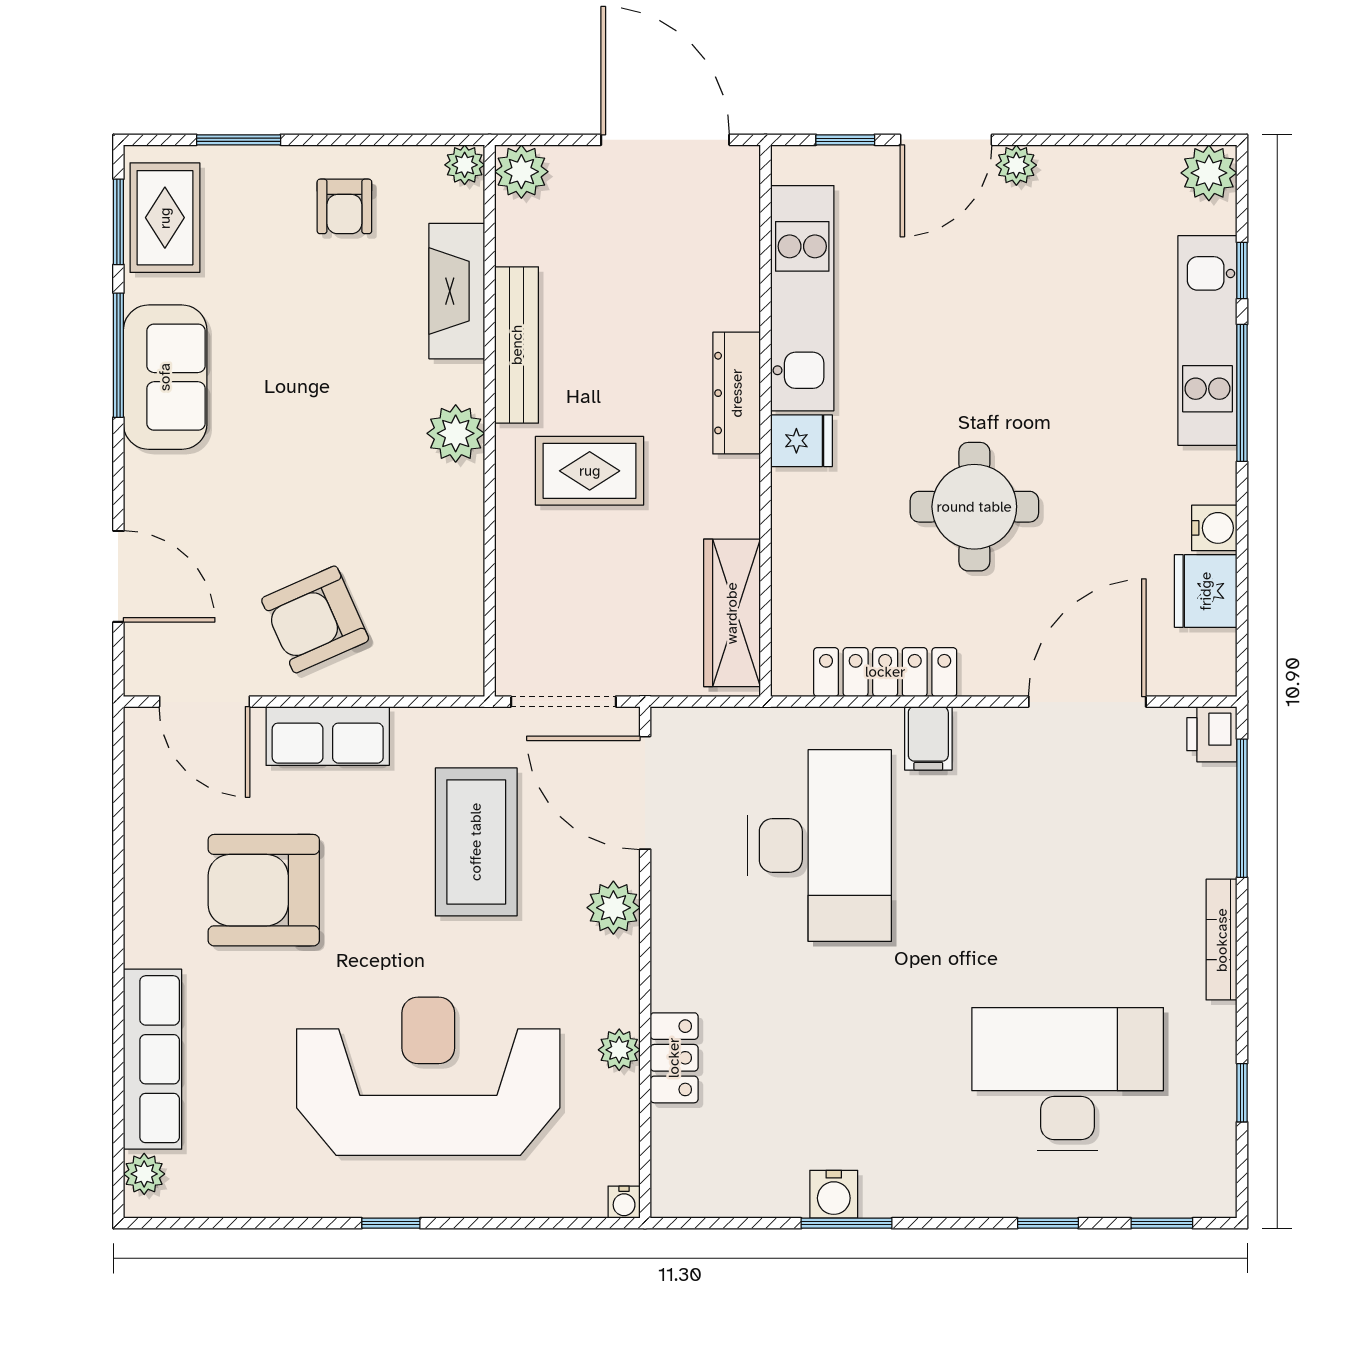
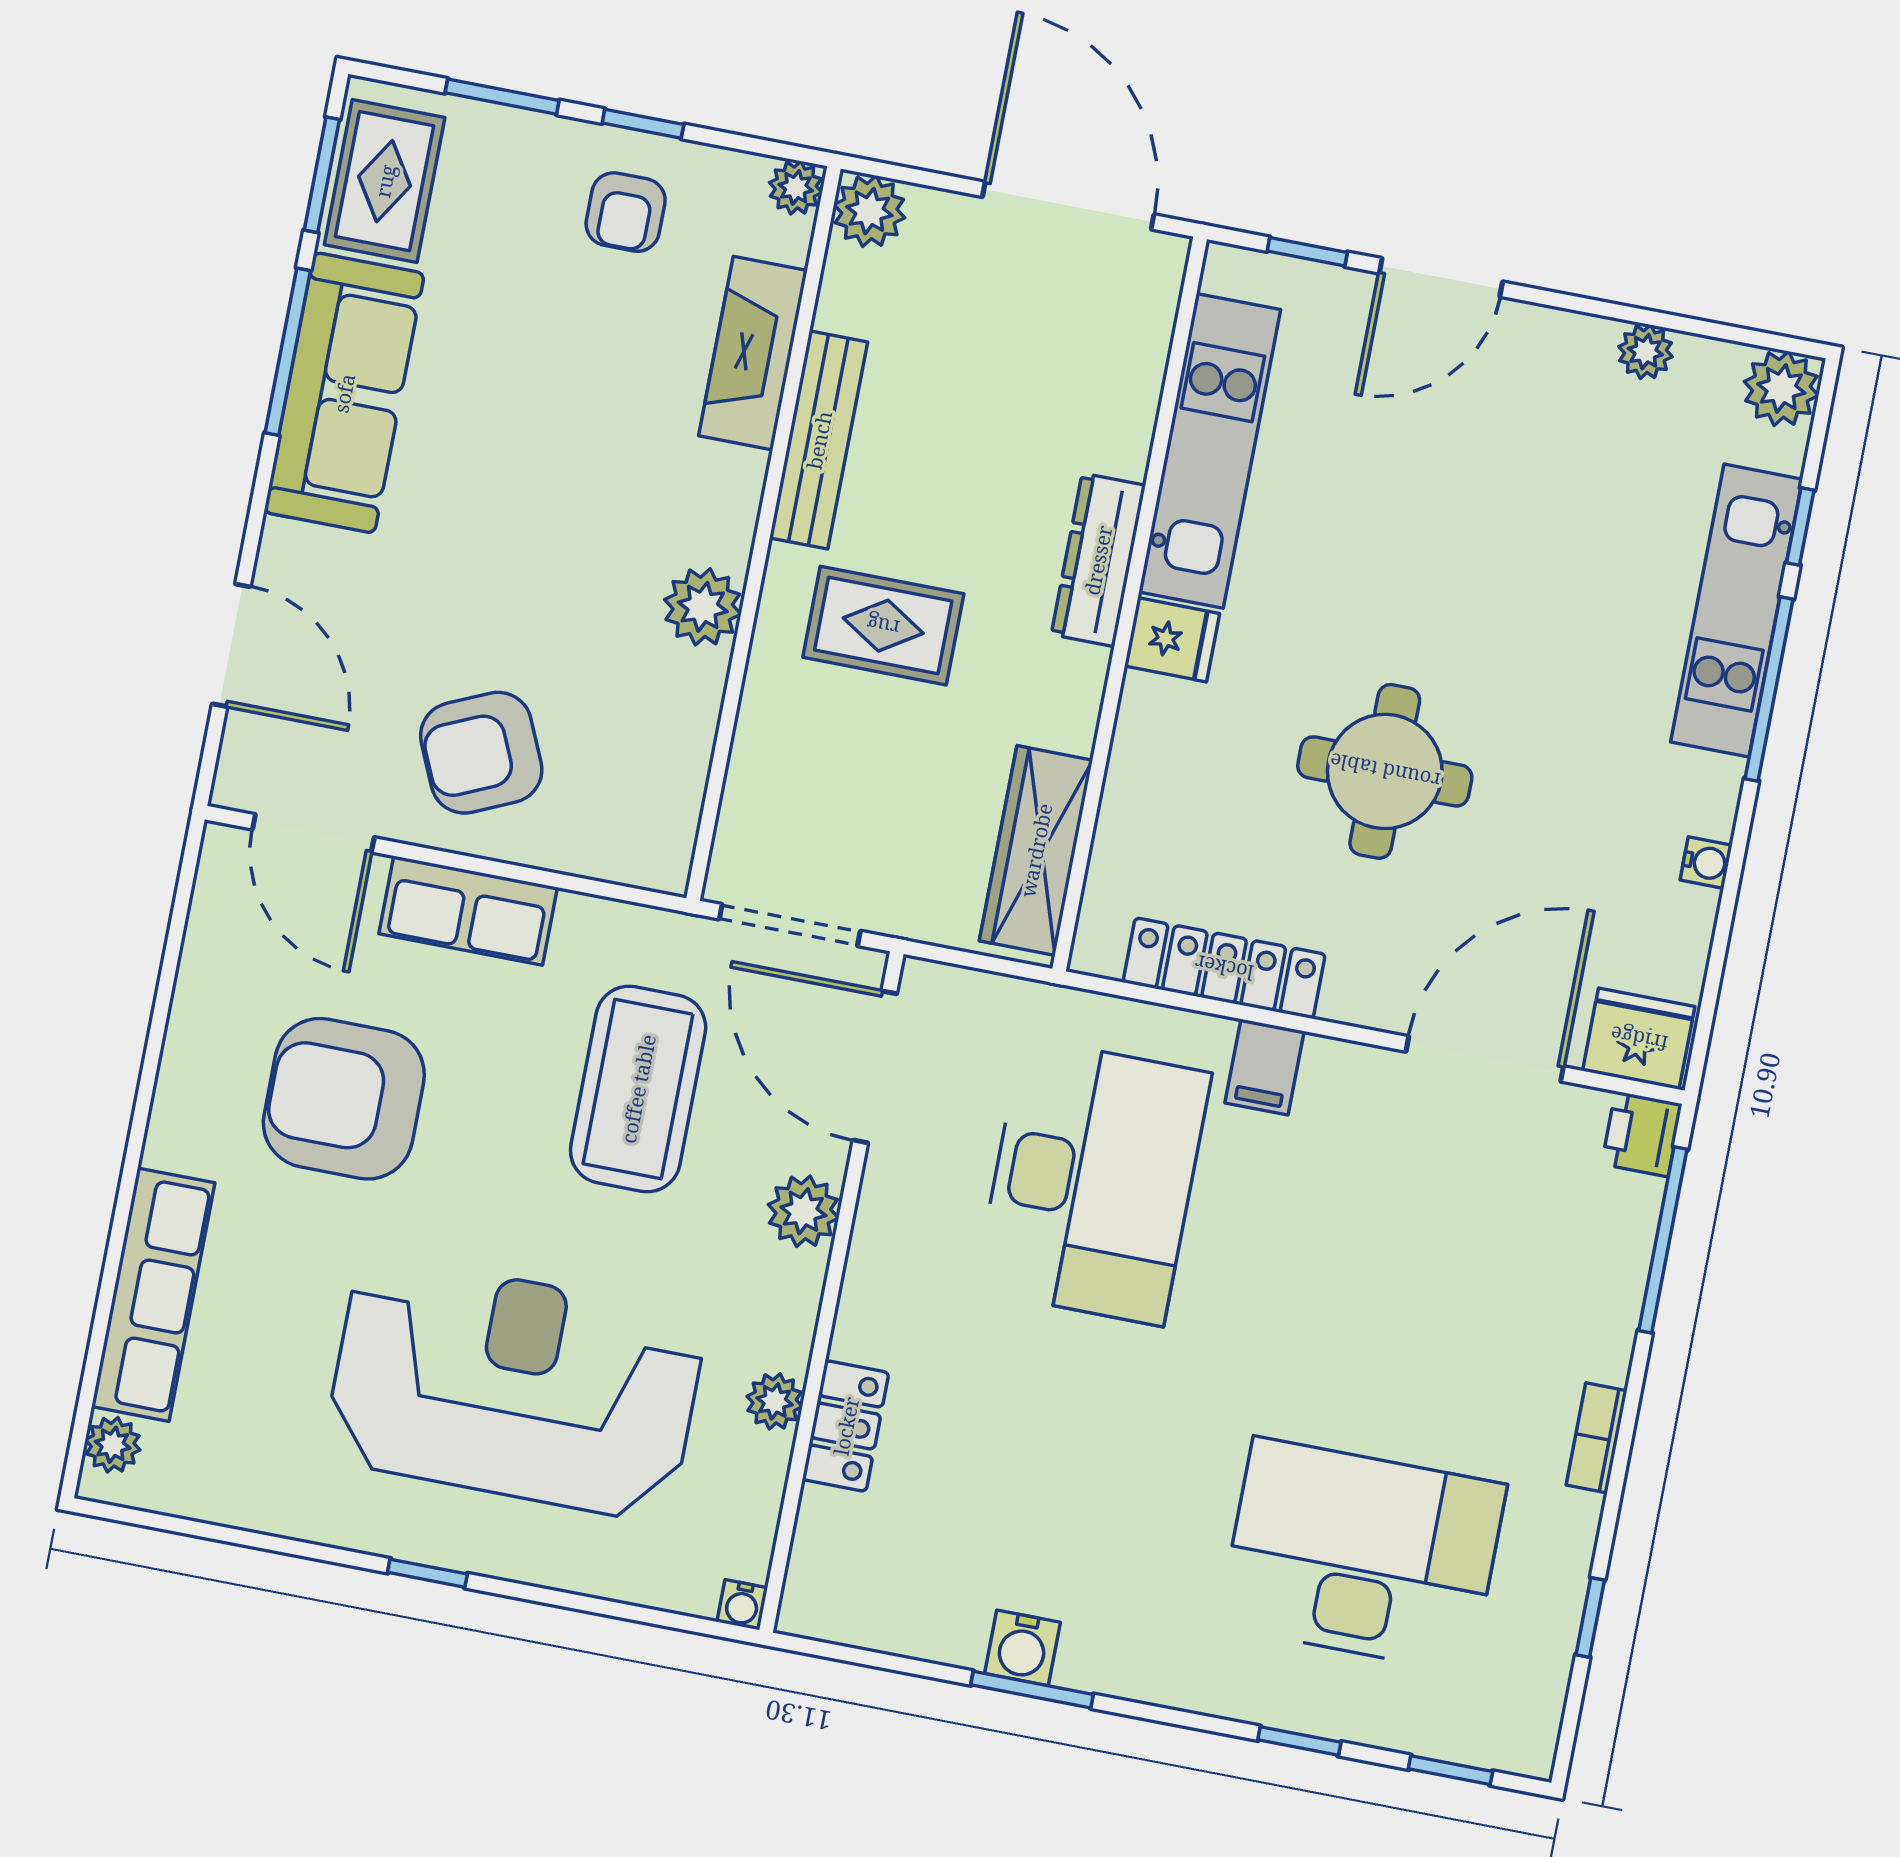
window: (345, 140) -> (643, 124), added
plant: (1016, 165) -> (1645, 352), moved
sofa: (165, 377) -> (344, 393), width x1.36
plant: (456, 433) -> (703, 607), moved
water cooler: (1214, 528) -> (1706, 863), width x0.72, depth x0.72
fridge: (1206, 591) -> (1639, 1039), moved, turned 90
bookcase: (1222, 940) -> (1597, 1438), width x0.64

